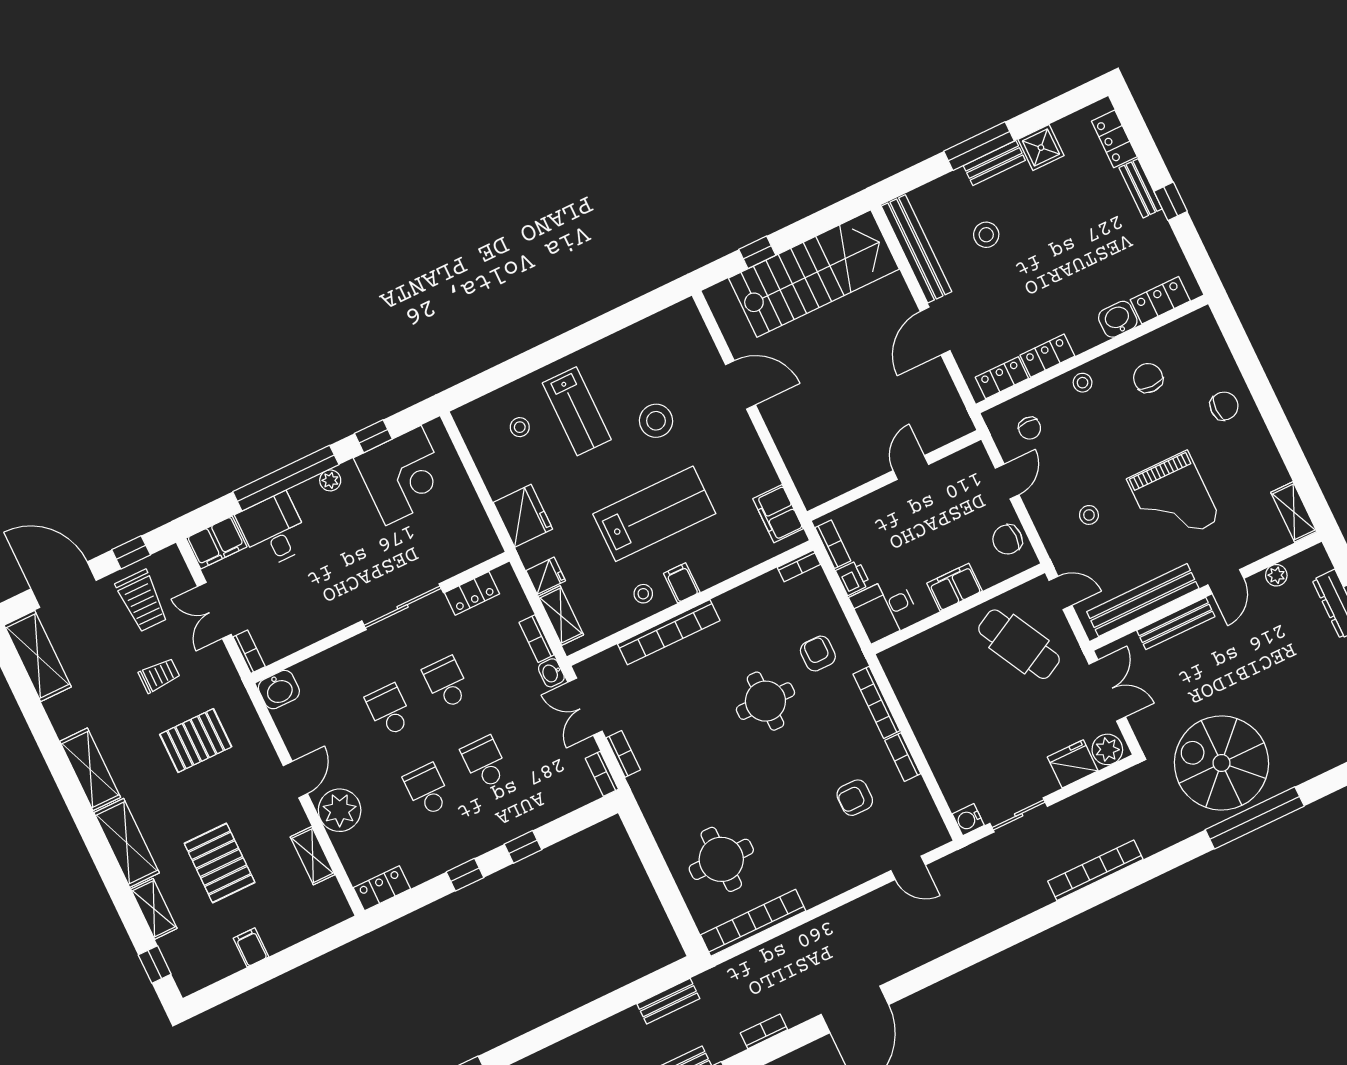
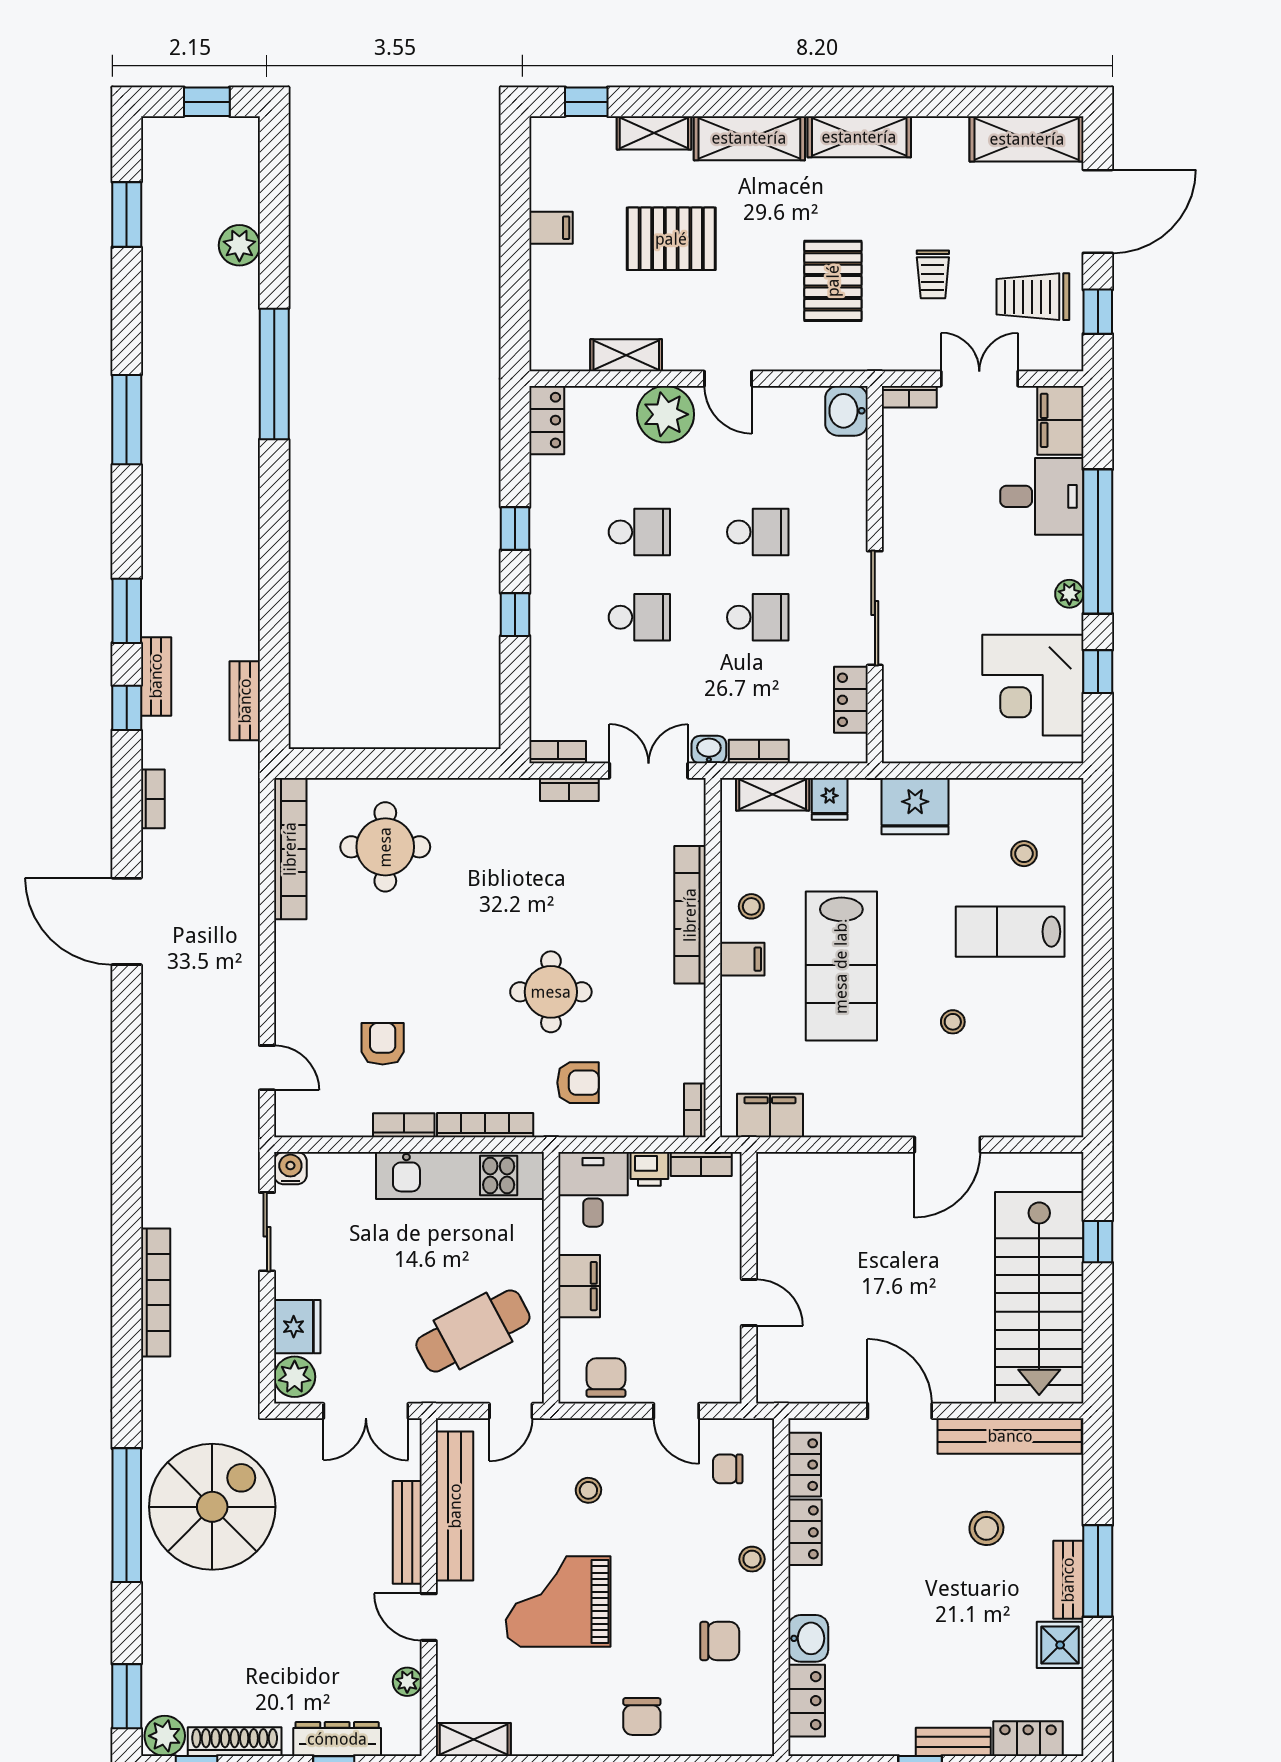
stool: (656, 421) -> (953, 1022), width x0.53, depth x0.53
kitchen unit: (918, 703) -> (460, 1175), added
door: (908, 868) -> (267, 1068), swing flipped

